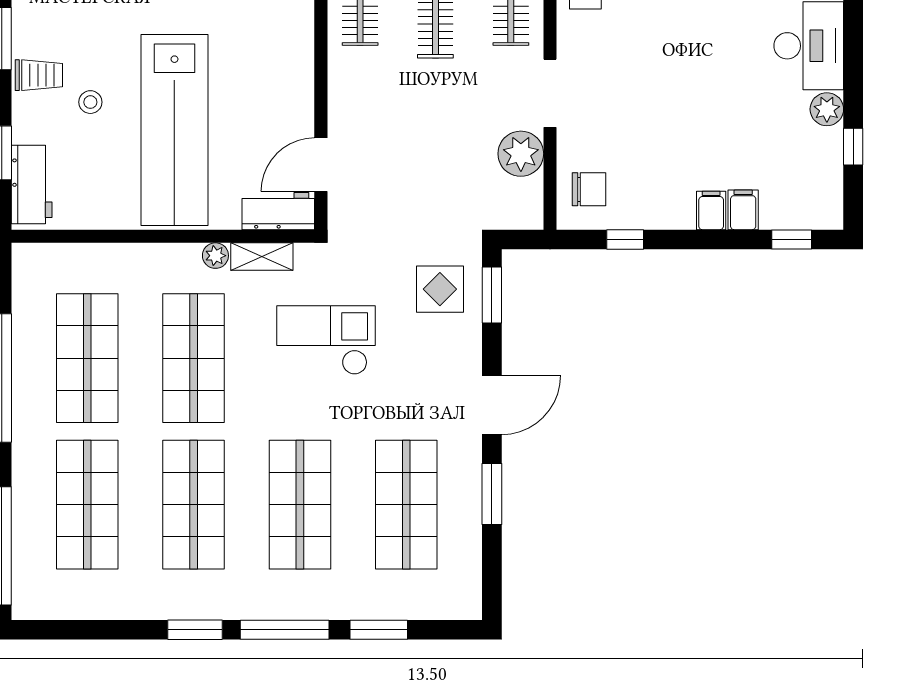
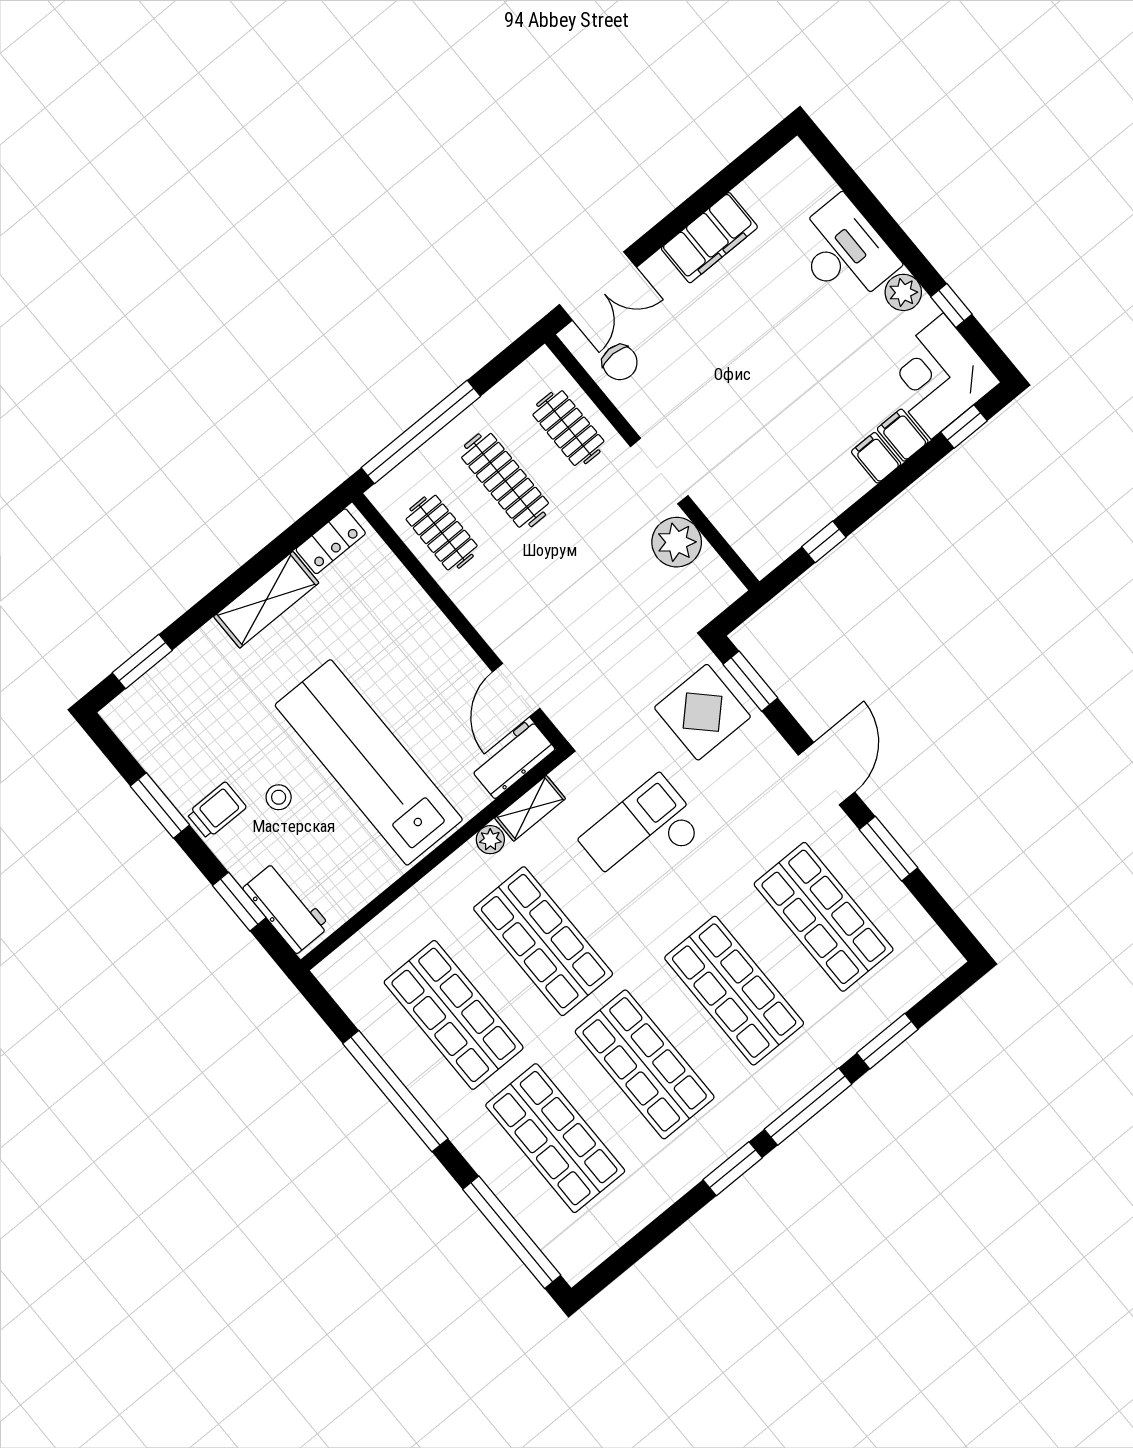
lab bench: (174, 130) -> (369, 762), turned 180
corner desk: (802, 188) -> (937, 376), added
chair: (589, 189) -> (759, 525), removed
display table: (440, 289) -> (702, 712), width x1.36, depth x1.36

